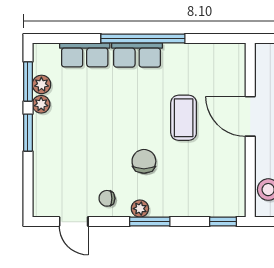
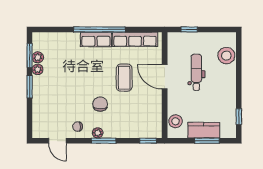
row of seats: (85, 55) -> (135, 39), moved, width x1.48

